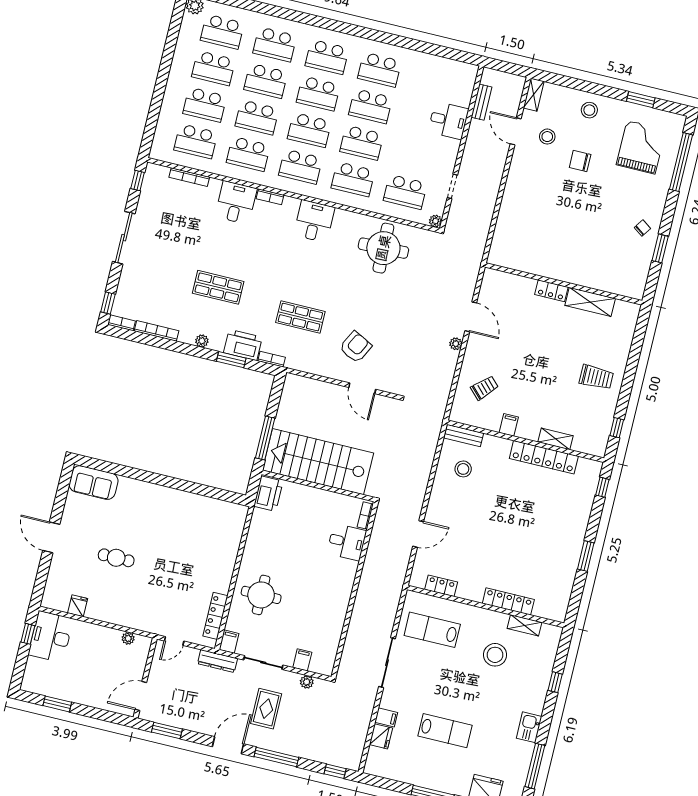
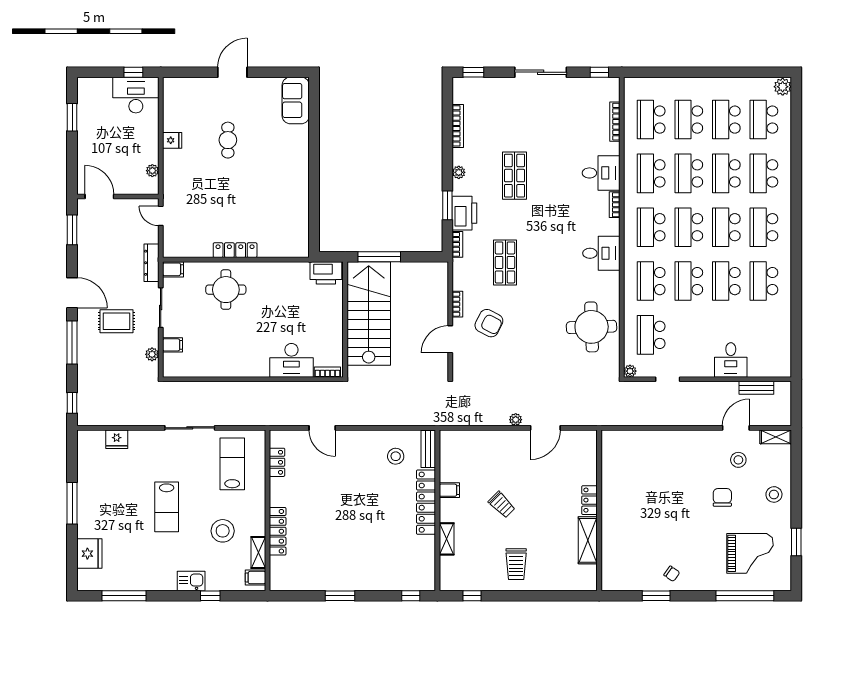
bookcase: (122, 323) -> (457, 304), moved
trolley: (485, 388) -> (502, 505), moved
locker: (544, 457) -> (426, 502), moved
desk: (347, 542) -> (291, 360), width x1.37
fridge: (78, 606) -> (172, 140), moved
locker: (215, 616) -> (235, 250), moved
filing cabinet: (386, 717) -> (255, 578), moved, turned 90
kitchen sink: (529, 727) -> (191, 581), moved
lab bench: (445, 731) -> (167, 507), moved

